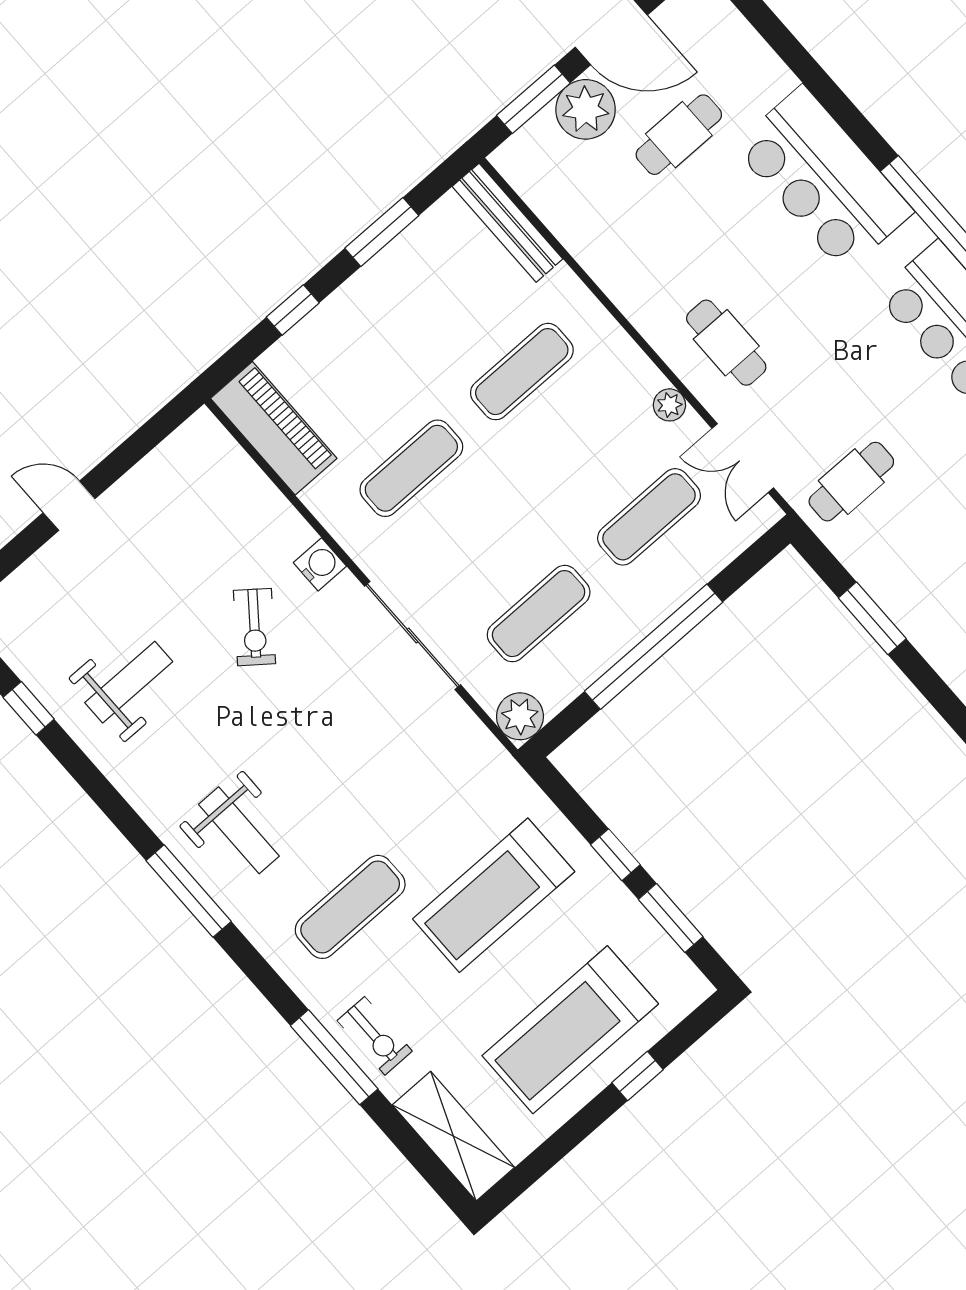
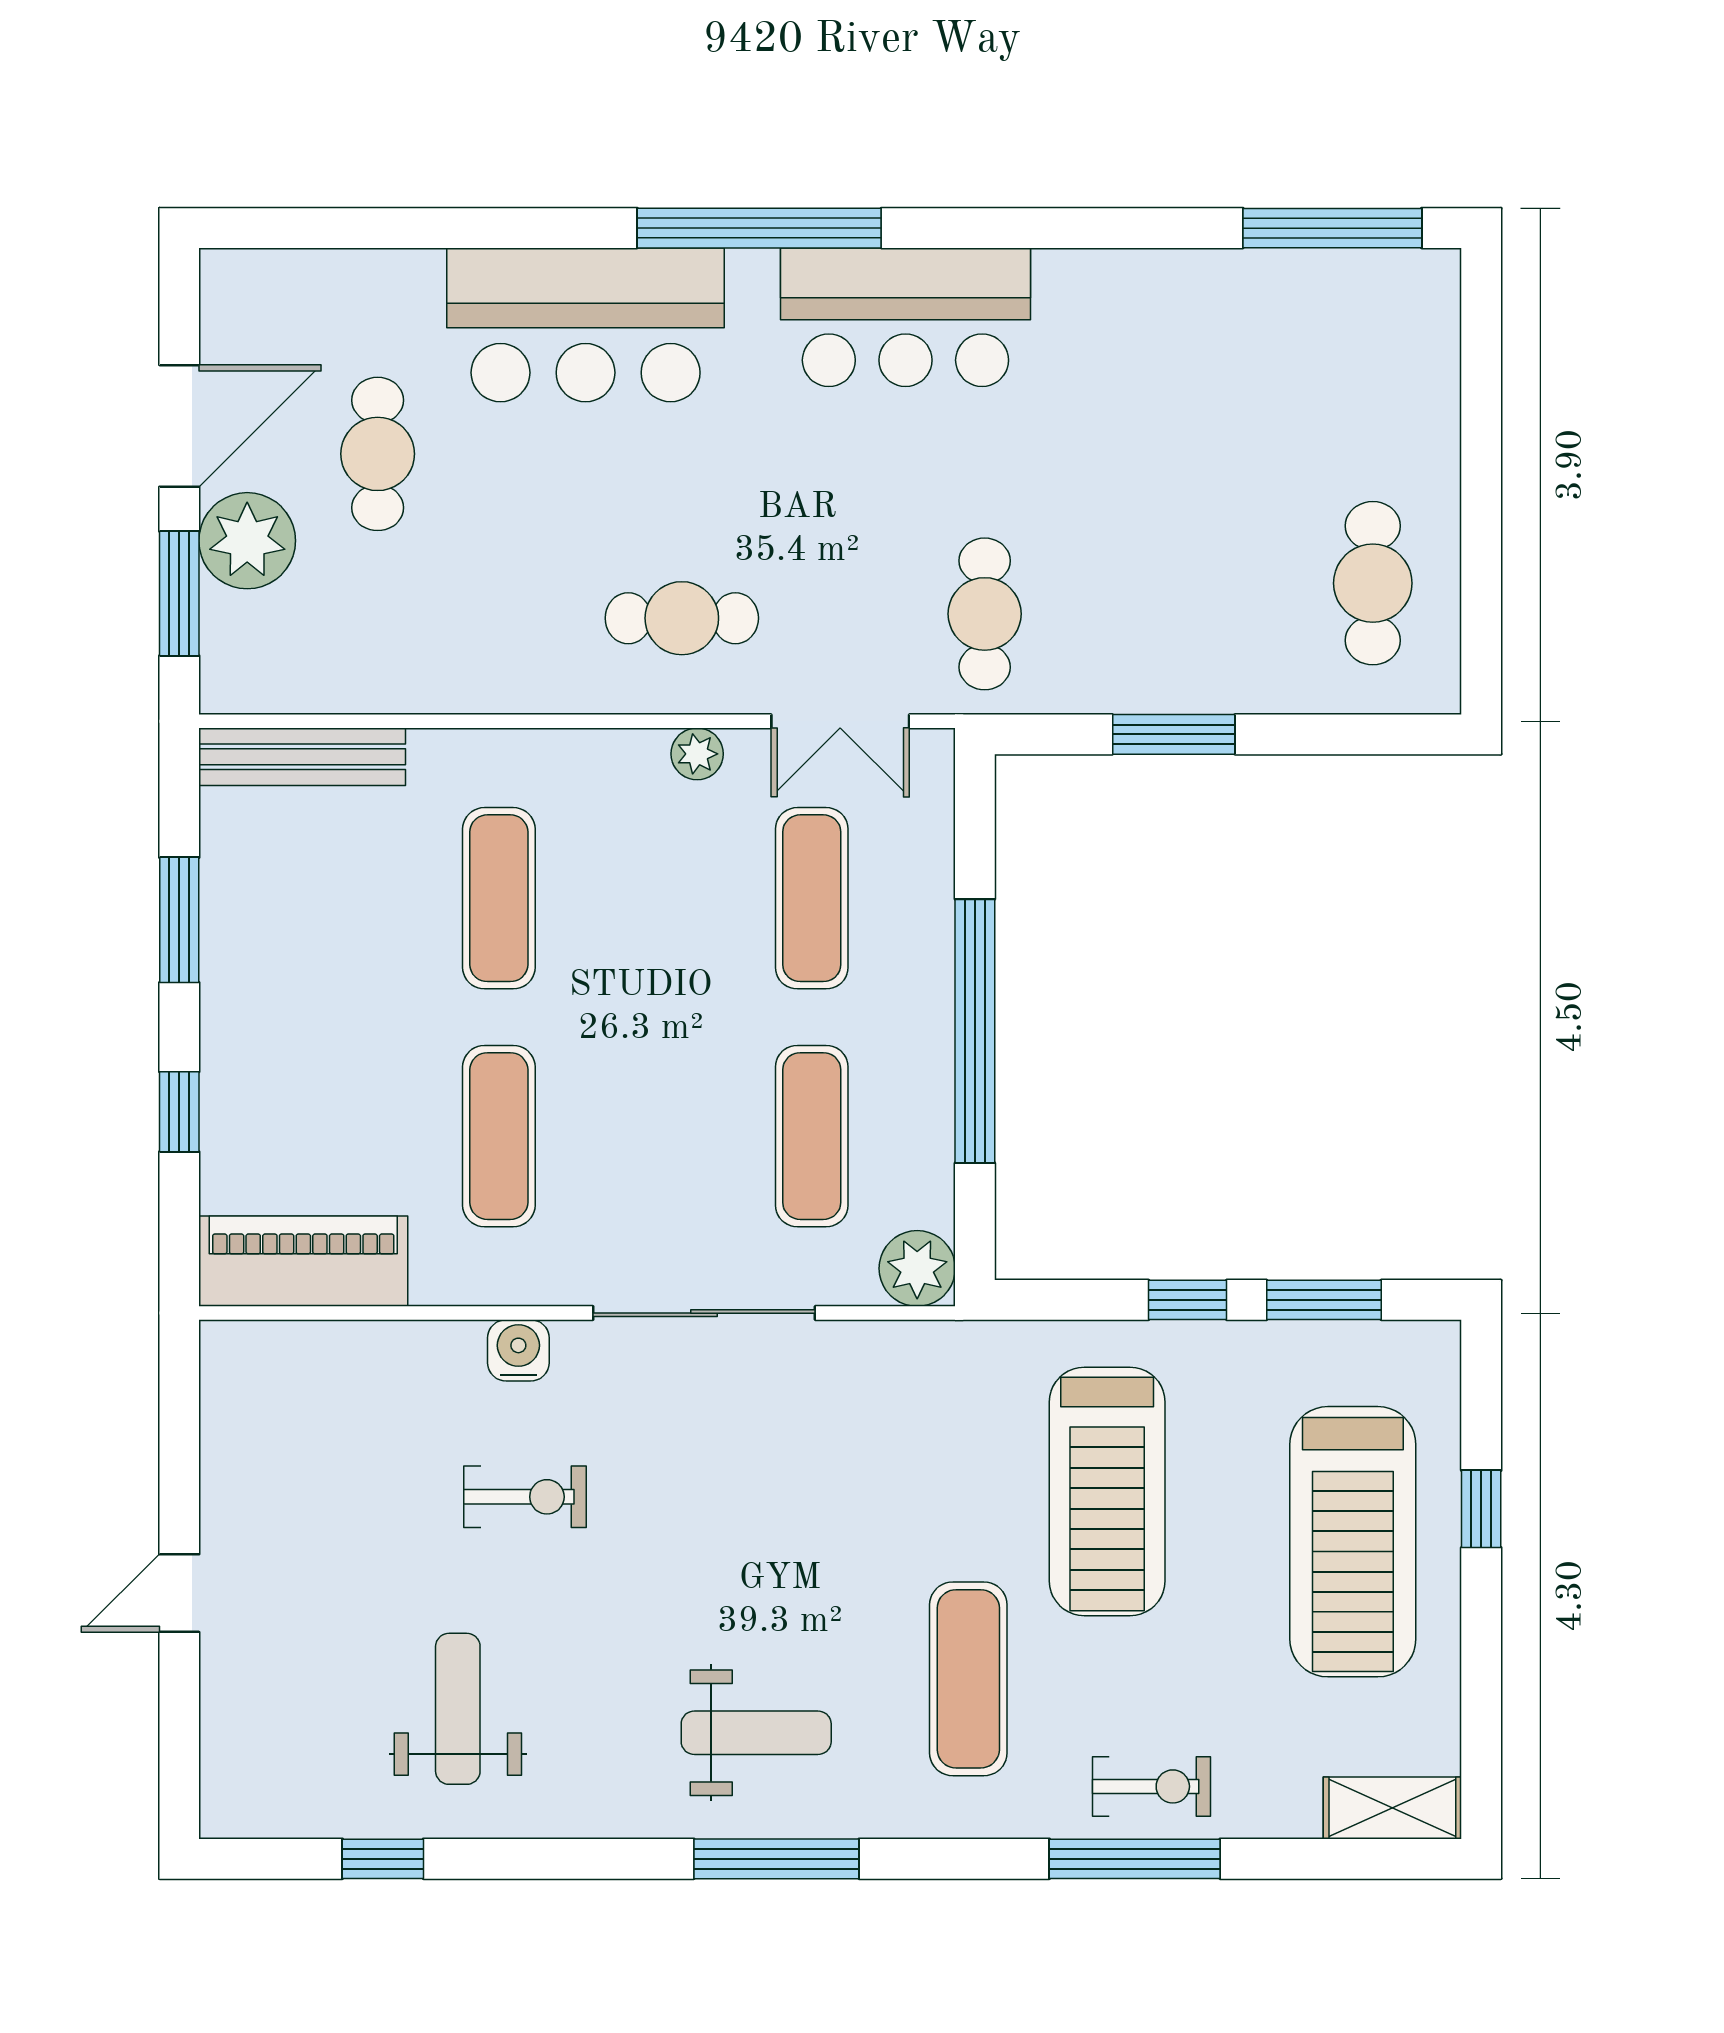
exercise bike: (254, 627) -> (525, 1497), turned -38
shelving: (453, 1136) -> (1392, 1808), width x0.67, depth x0.75

